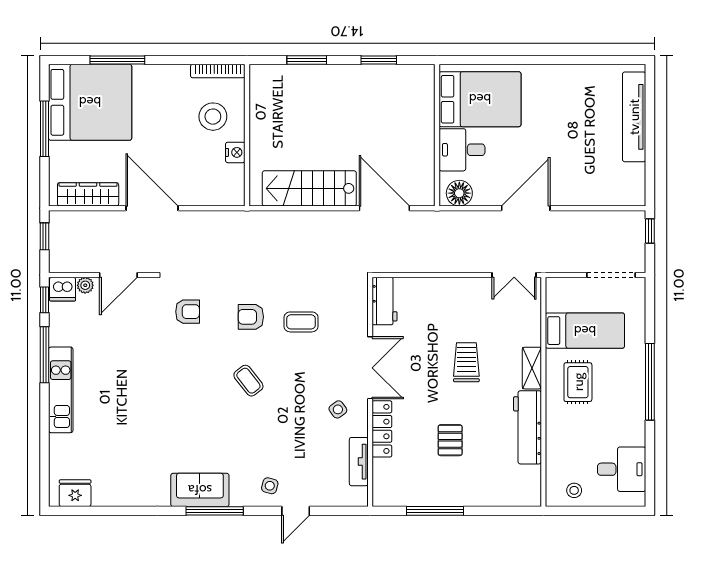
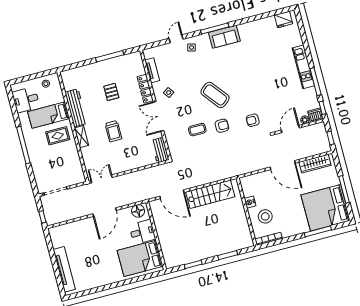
bed: (585, 331) -> (49, 115), moved
coffee table: (248, 381) -> (215, 95), width x1.86, depth x1.72
rug: (578, 382) -> (58, 136), turned 90

